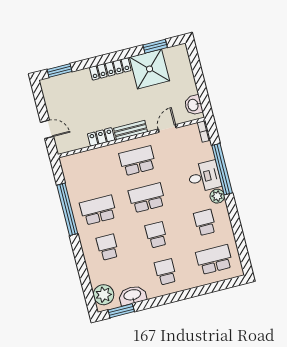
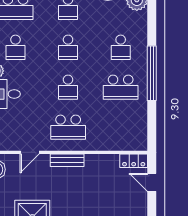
locker: (101, 137) -> (134, 161), moved
school desk: (147, 198) -> (68, 87), width x0.54
window: (67, 209) -> (152, 73), moved

